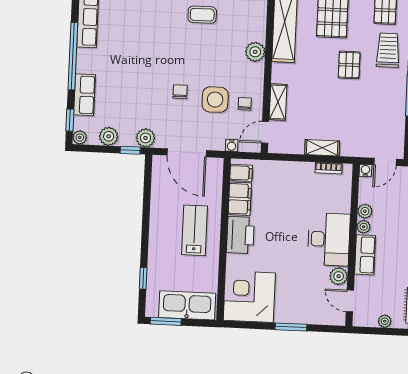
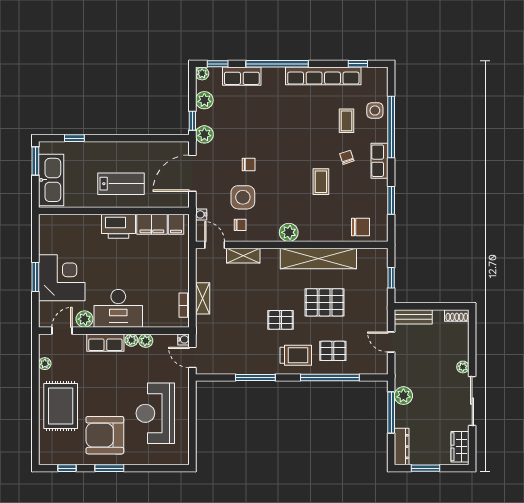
corner desk: (249, 297) -> (62, 278), moved

